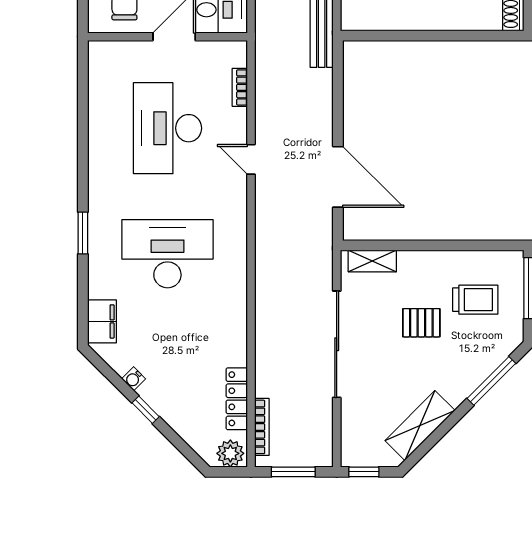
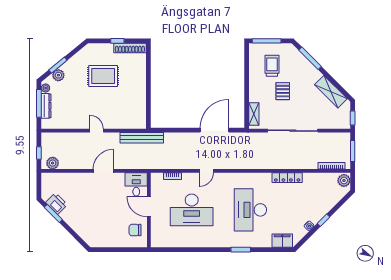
locker: (237, 399) -> (287, 178), moved

